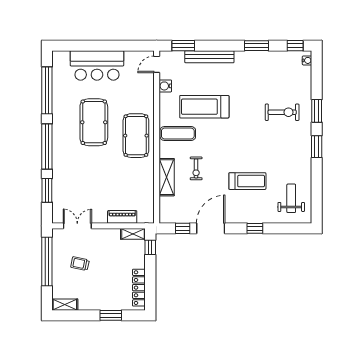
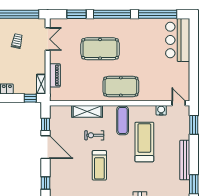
bench: (209, 57) -> (185, 160), moved
bar counter: (97, 65) -> (178, 40), moved
pool table: (94, 122) -> (100, 49), moved
treadmill: (247, 181) -> (99, 165), moved

